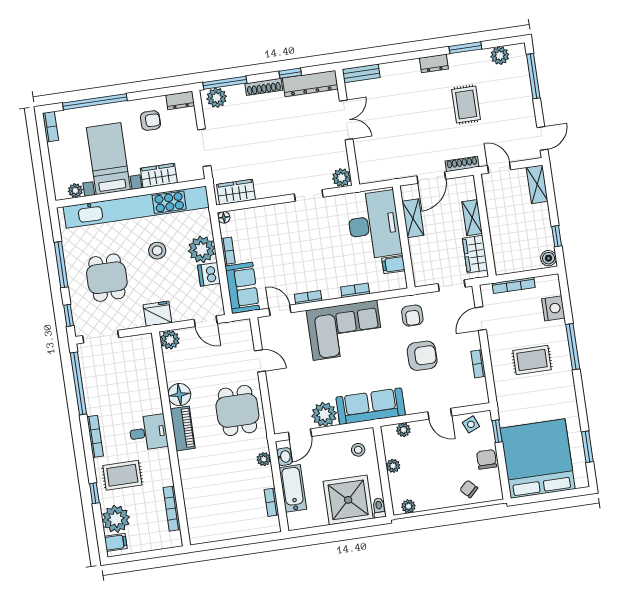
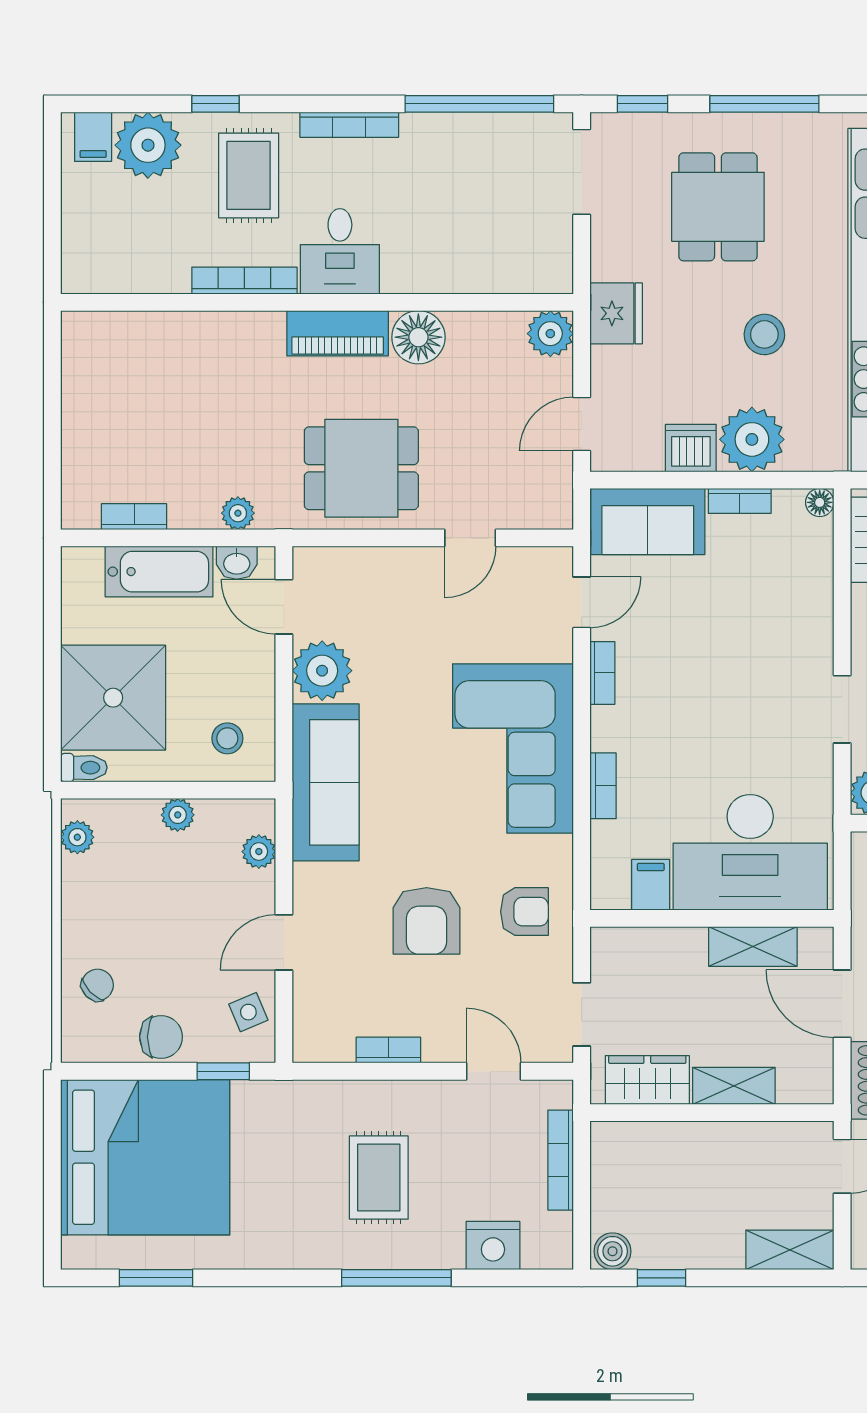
dining table: (107, 278) -> (718, 207), turned 90
armchair: (412, 316) -> (524, 912), turned 180
bookcase: (172, 509) -> (244, 281), moved

